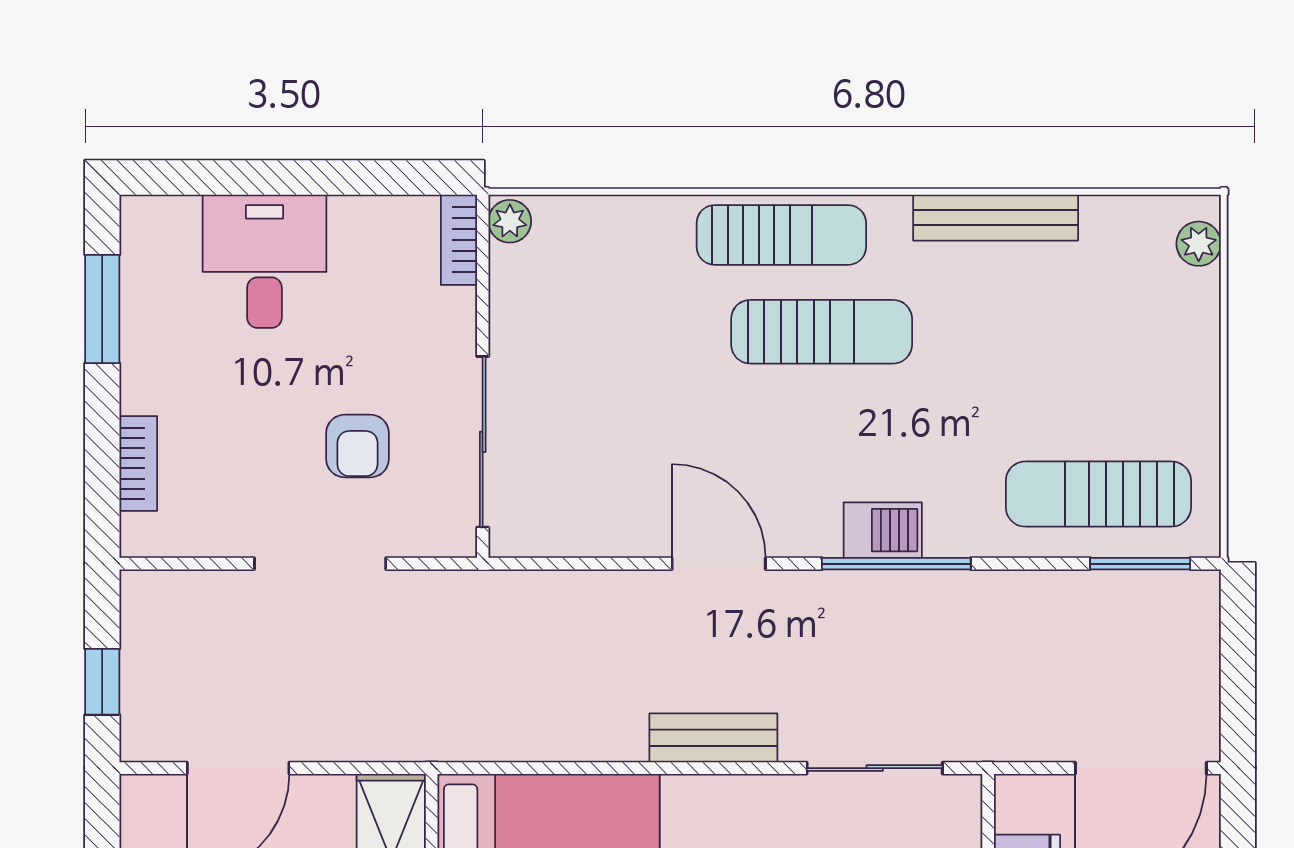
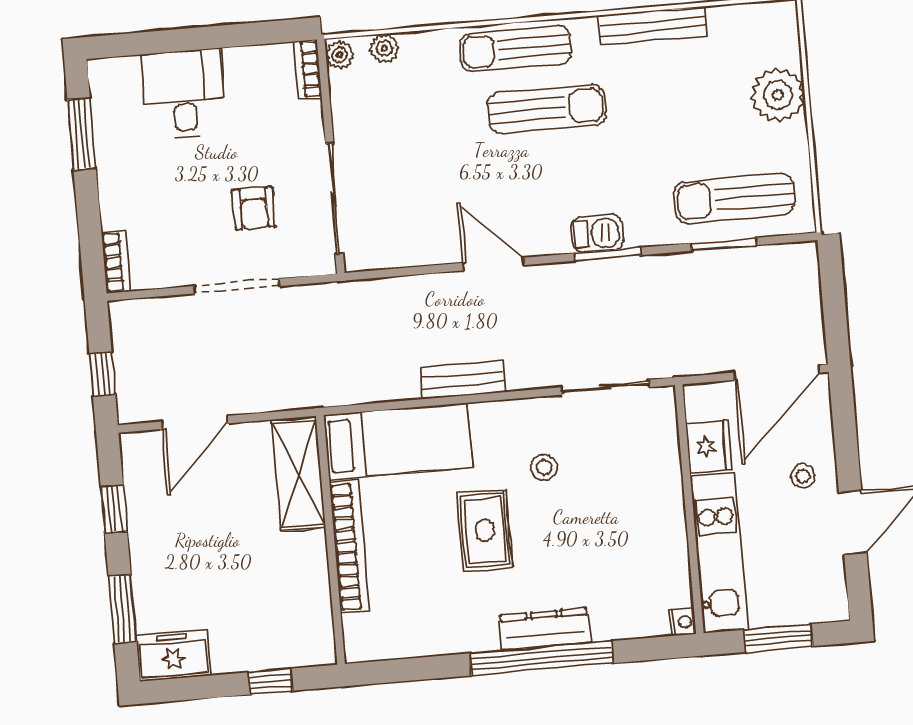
plant: (580, 217) -> (384, 48), added
sun lounger: (781, 235) -> (516, 49), turned 180
plant: (1199, 244) -> (778, 95), moved, width x1.88, depth x1.88
bookcase: (138, 463) -> (116, 262), moved
window: (896, 564) -> (608, 254), width x0.69
window: (1140, 564) -> (724, 244), moved
bench: (713, 738) -> (462, 380), moved

